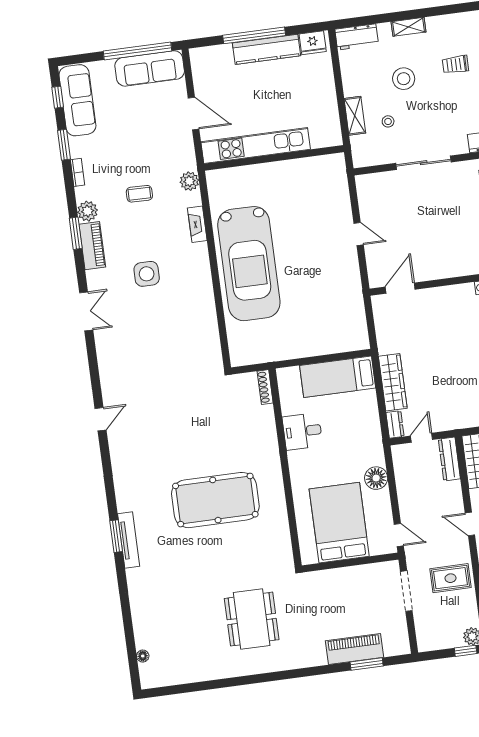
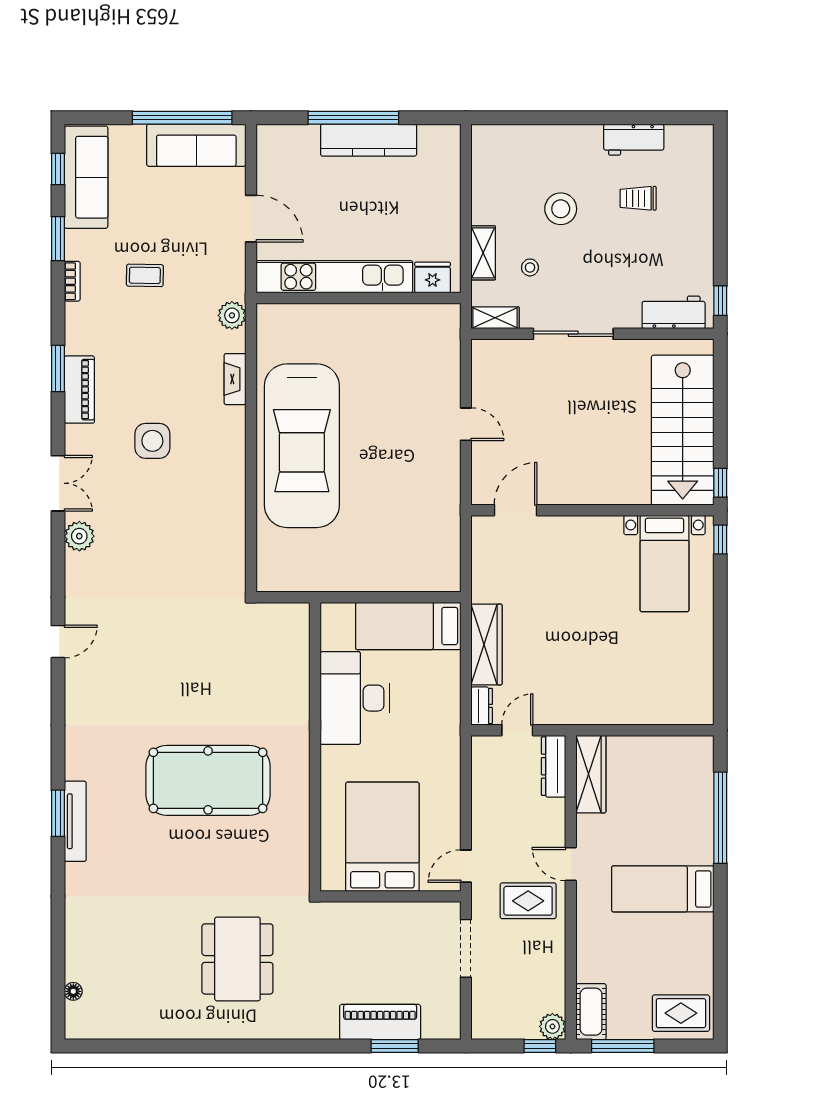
shelving: (408, 27) -> (495, 318), moved
workbench: (357, 37) -> (634, 140), moved
fridge: (313, 43) -> (433, 277), moved, turned 180
coffee table: (139, 194) -> (145, 275), moved
plant: (88, 211) -> (79, 536), moved
shoe rack: (265, 387) -> (301, 627), removed
desk: (302, 431) -> (355, 698), width x1.87, depth x1.30
floor lamp: (376, 478) -> (444, 780), removed
door: (399, 535) -> (466, 866), swing flipped
rug: (451, 578) -> (528, 901), moved

